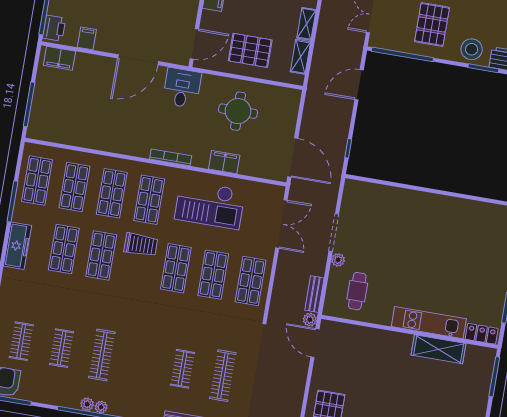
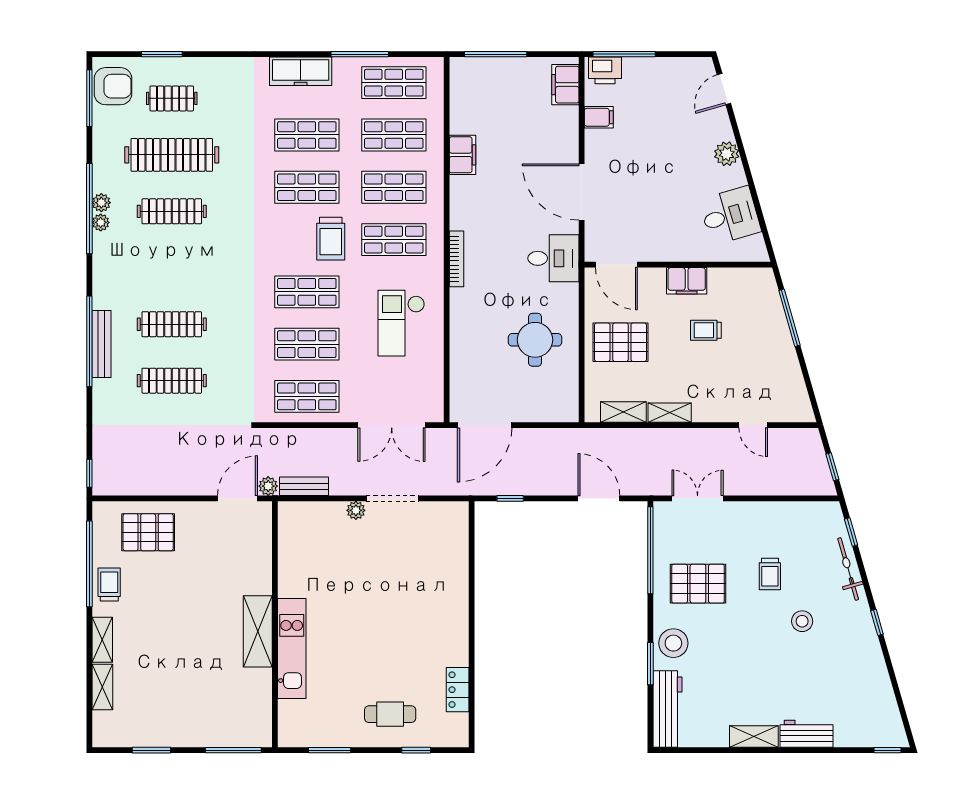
pallet: (250, 50) -> (620, 342), turned 90
filing cabinet: (224, 162) -> (462, 155), moved
checkout: (210, 205) -> (401, 323), width x0.73, depth x0.83
cafe table: (357, 291) -> (390, 714), moved
locker: (482, 334) -> (458, 690), moved, turned 180
clothes rail: (62, 348) -> (172, 155), width x1.86, depth x1.31
shelving: (439, 349) -> (258, 631), moved
clothes rail: (183, 369) -> (172, 324), width x1.36

